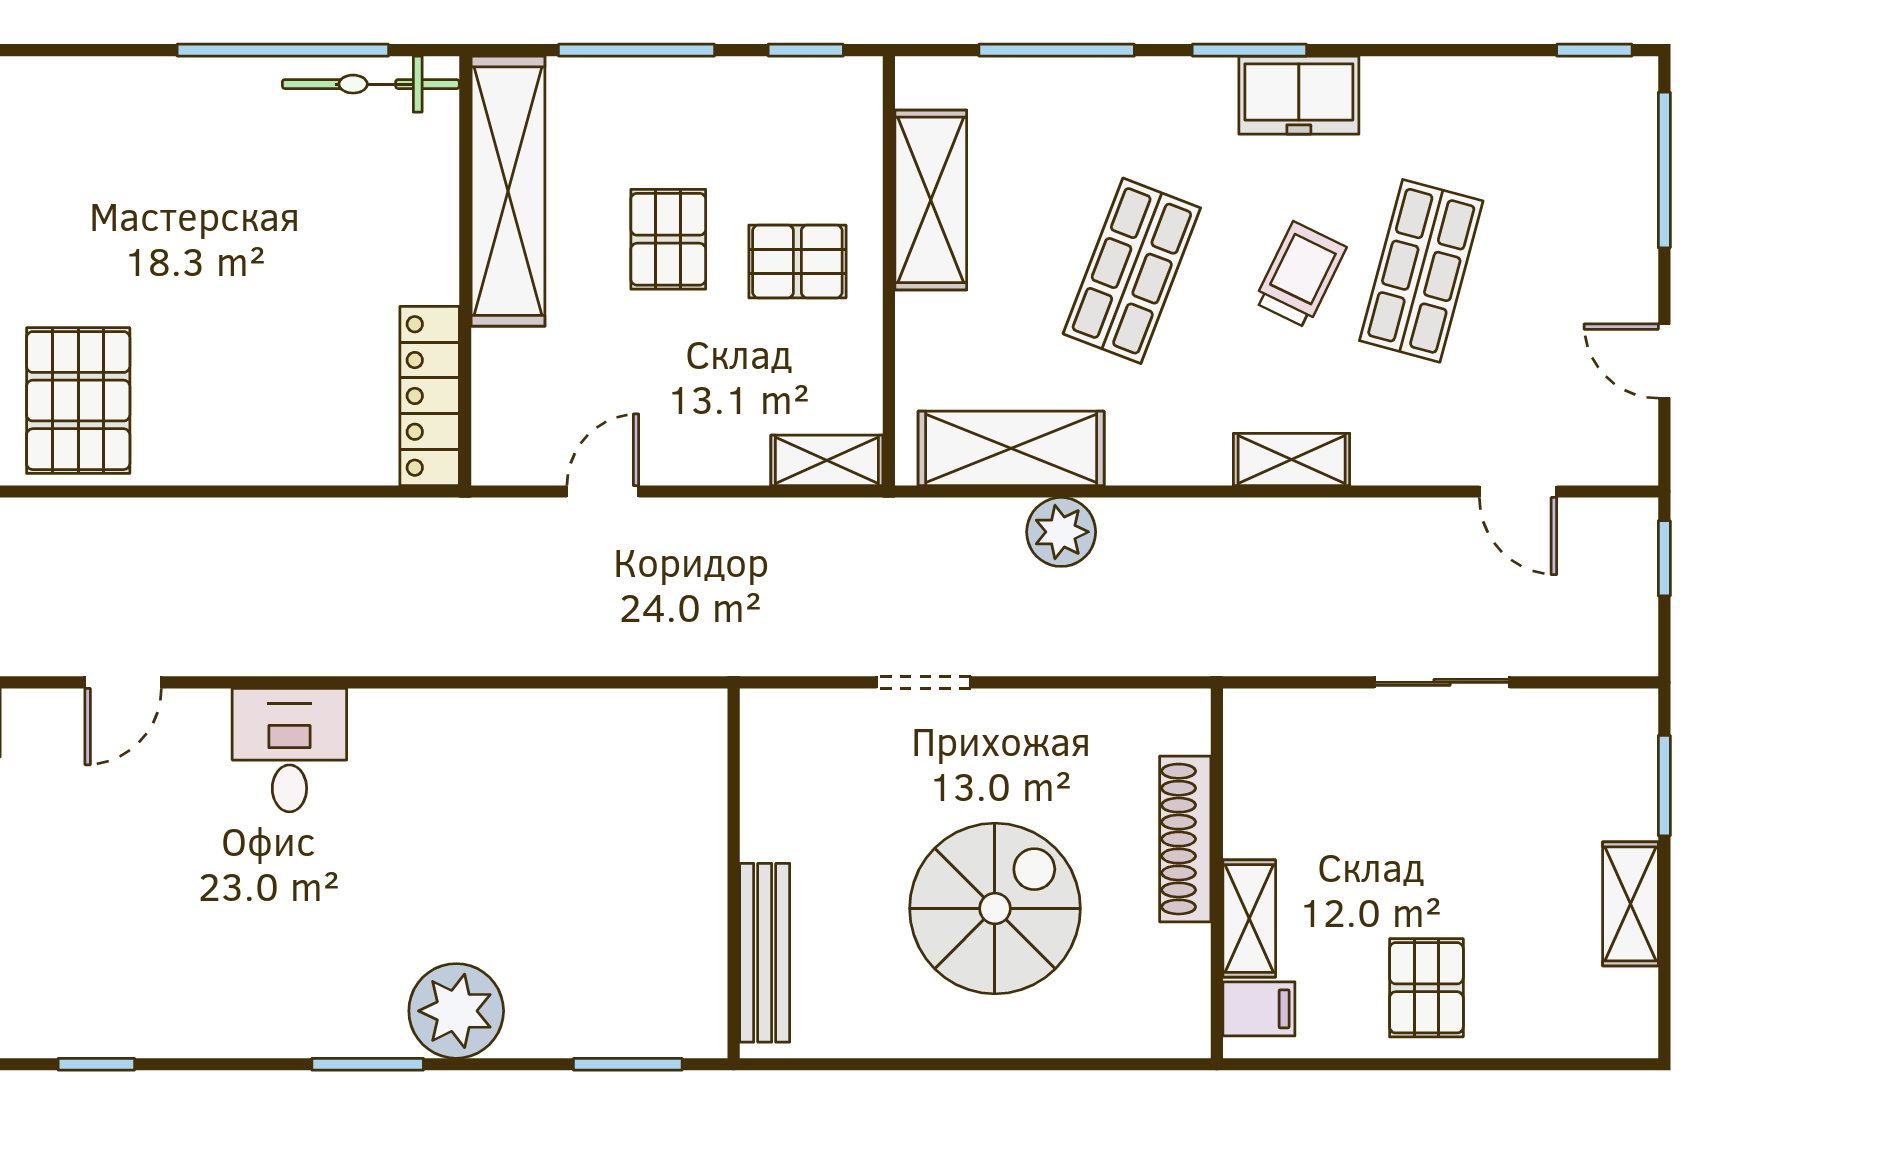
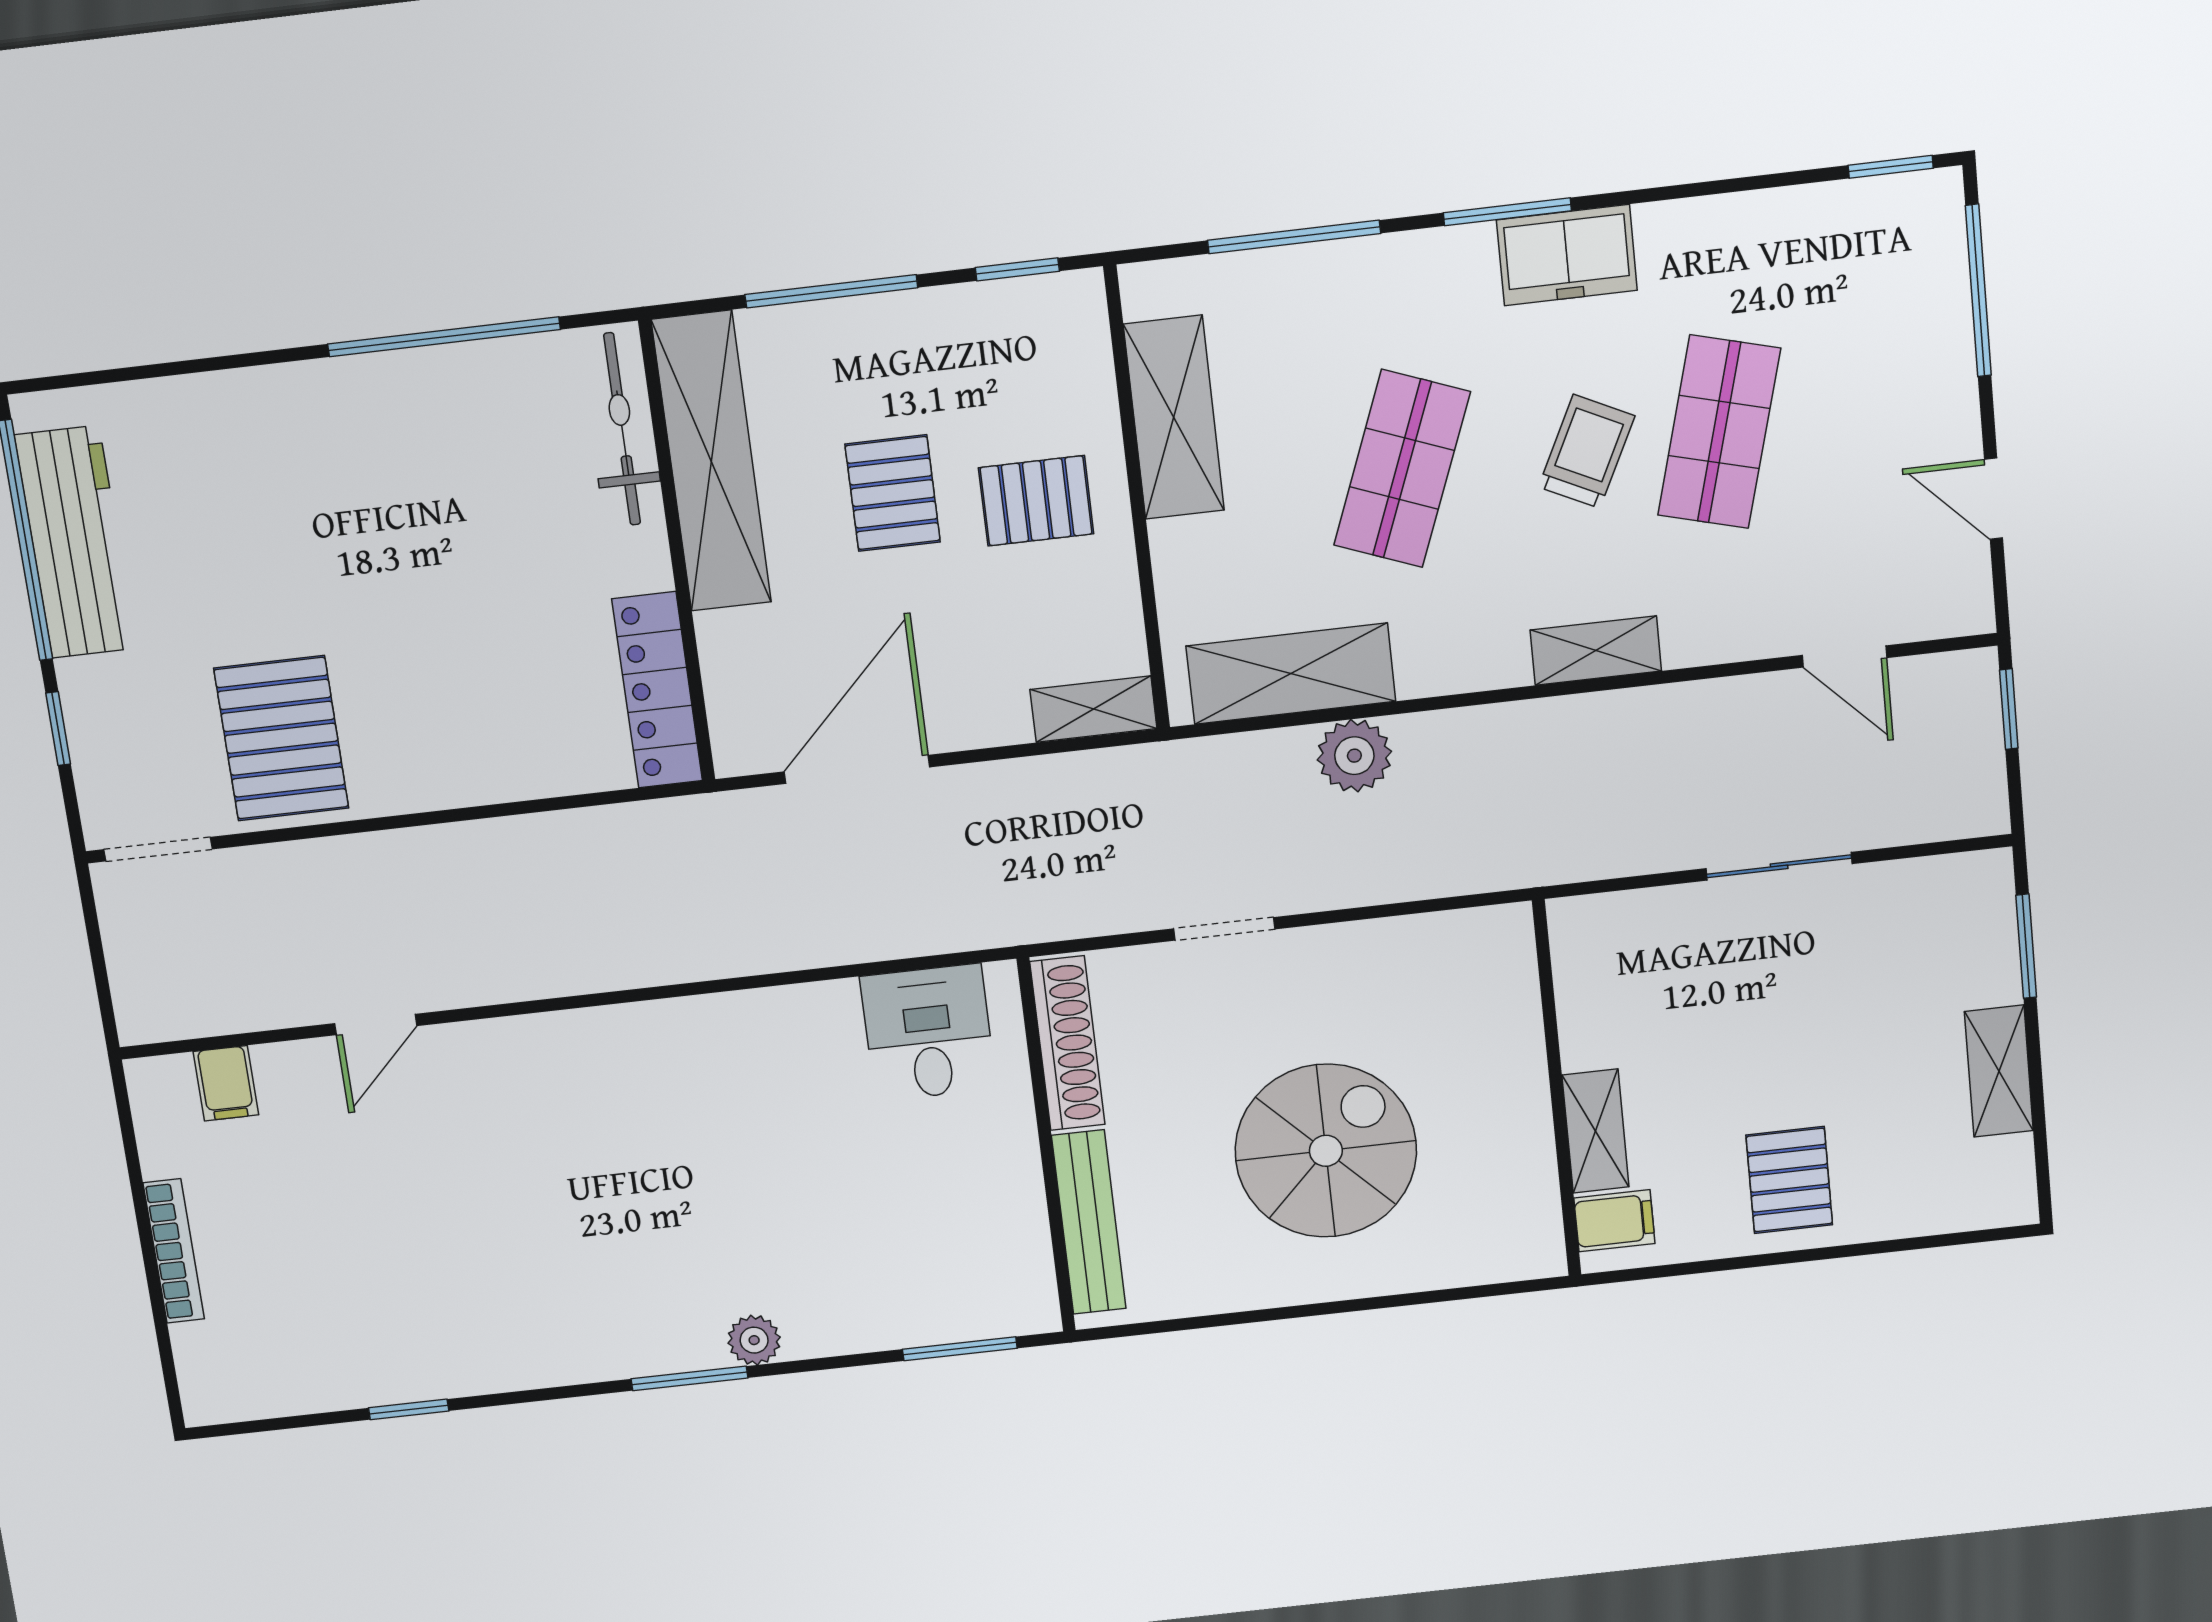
bicycle: (371, 84) -> (622, 429), moved, turned 90
door: (603, 492) -> (857, 769), width x1.88
desk: (289, 750) -> (928, 1033), moved
shoe rack: (1185, 839) -> (1067, 1043), moved, turned 180
plant: (456, 1011) -> (754, 1340), width x0.53, depth x0.53

